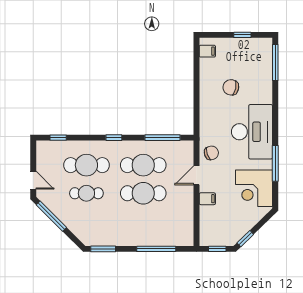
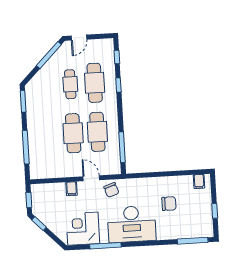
chair: (231, 87) -> (169, 204), turned 78
window: (114, 138) -> (118, 85), moved

